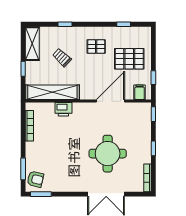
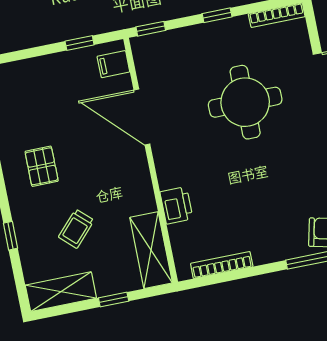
pallet: (129, 59) -> (52, 97), removed
shelving: (52, 92) -> (151, 250), width x0.68

